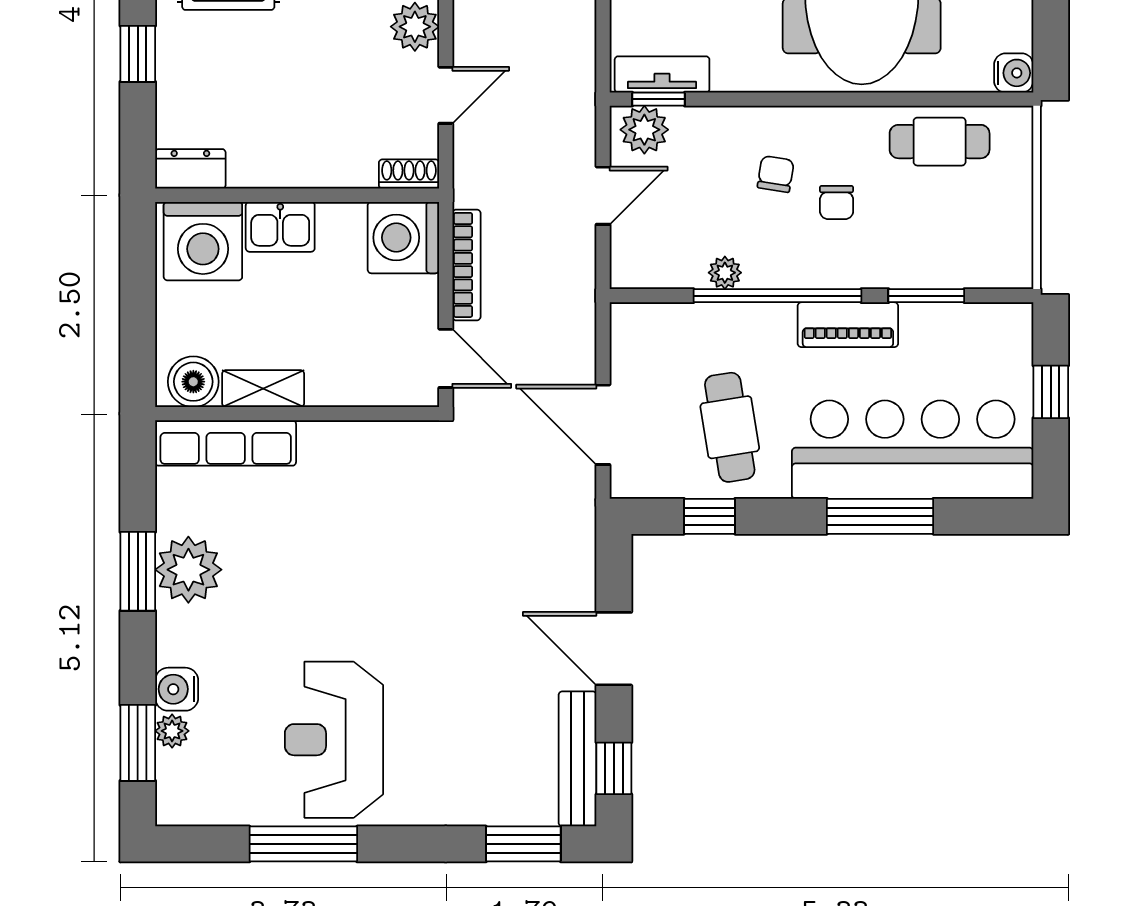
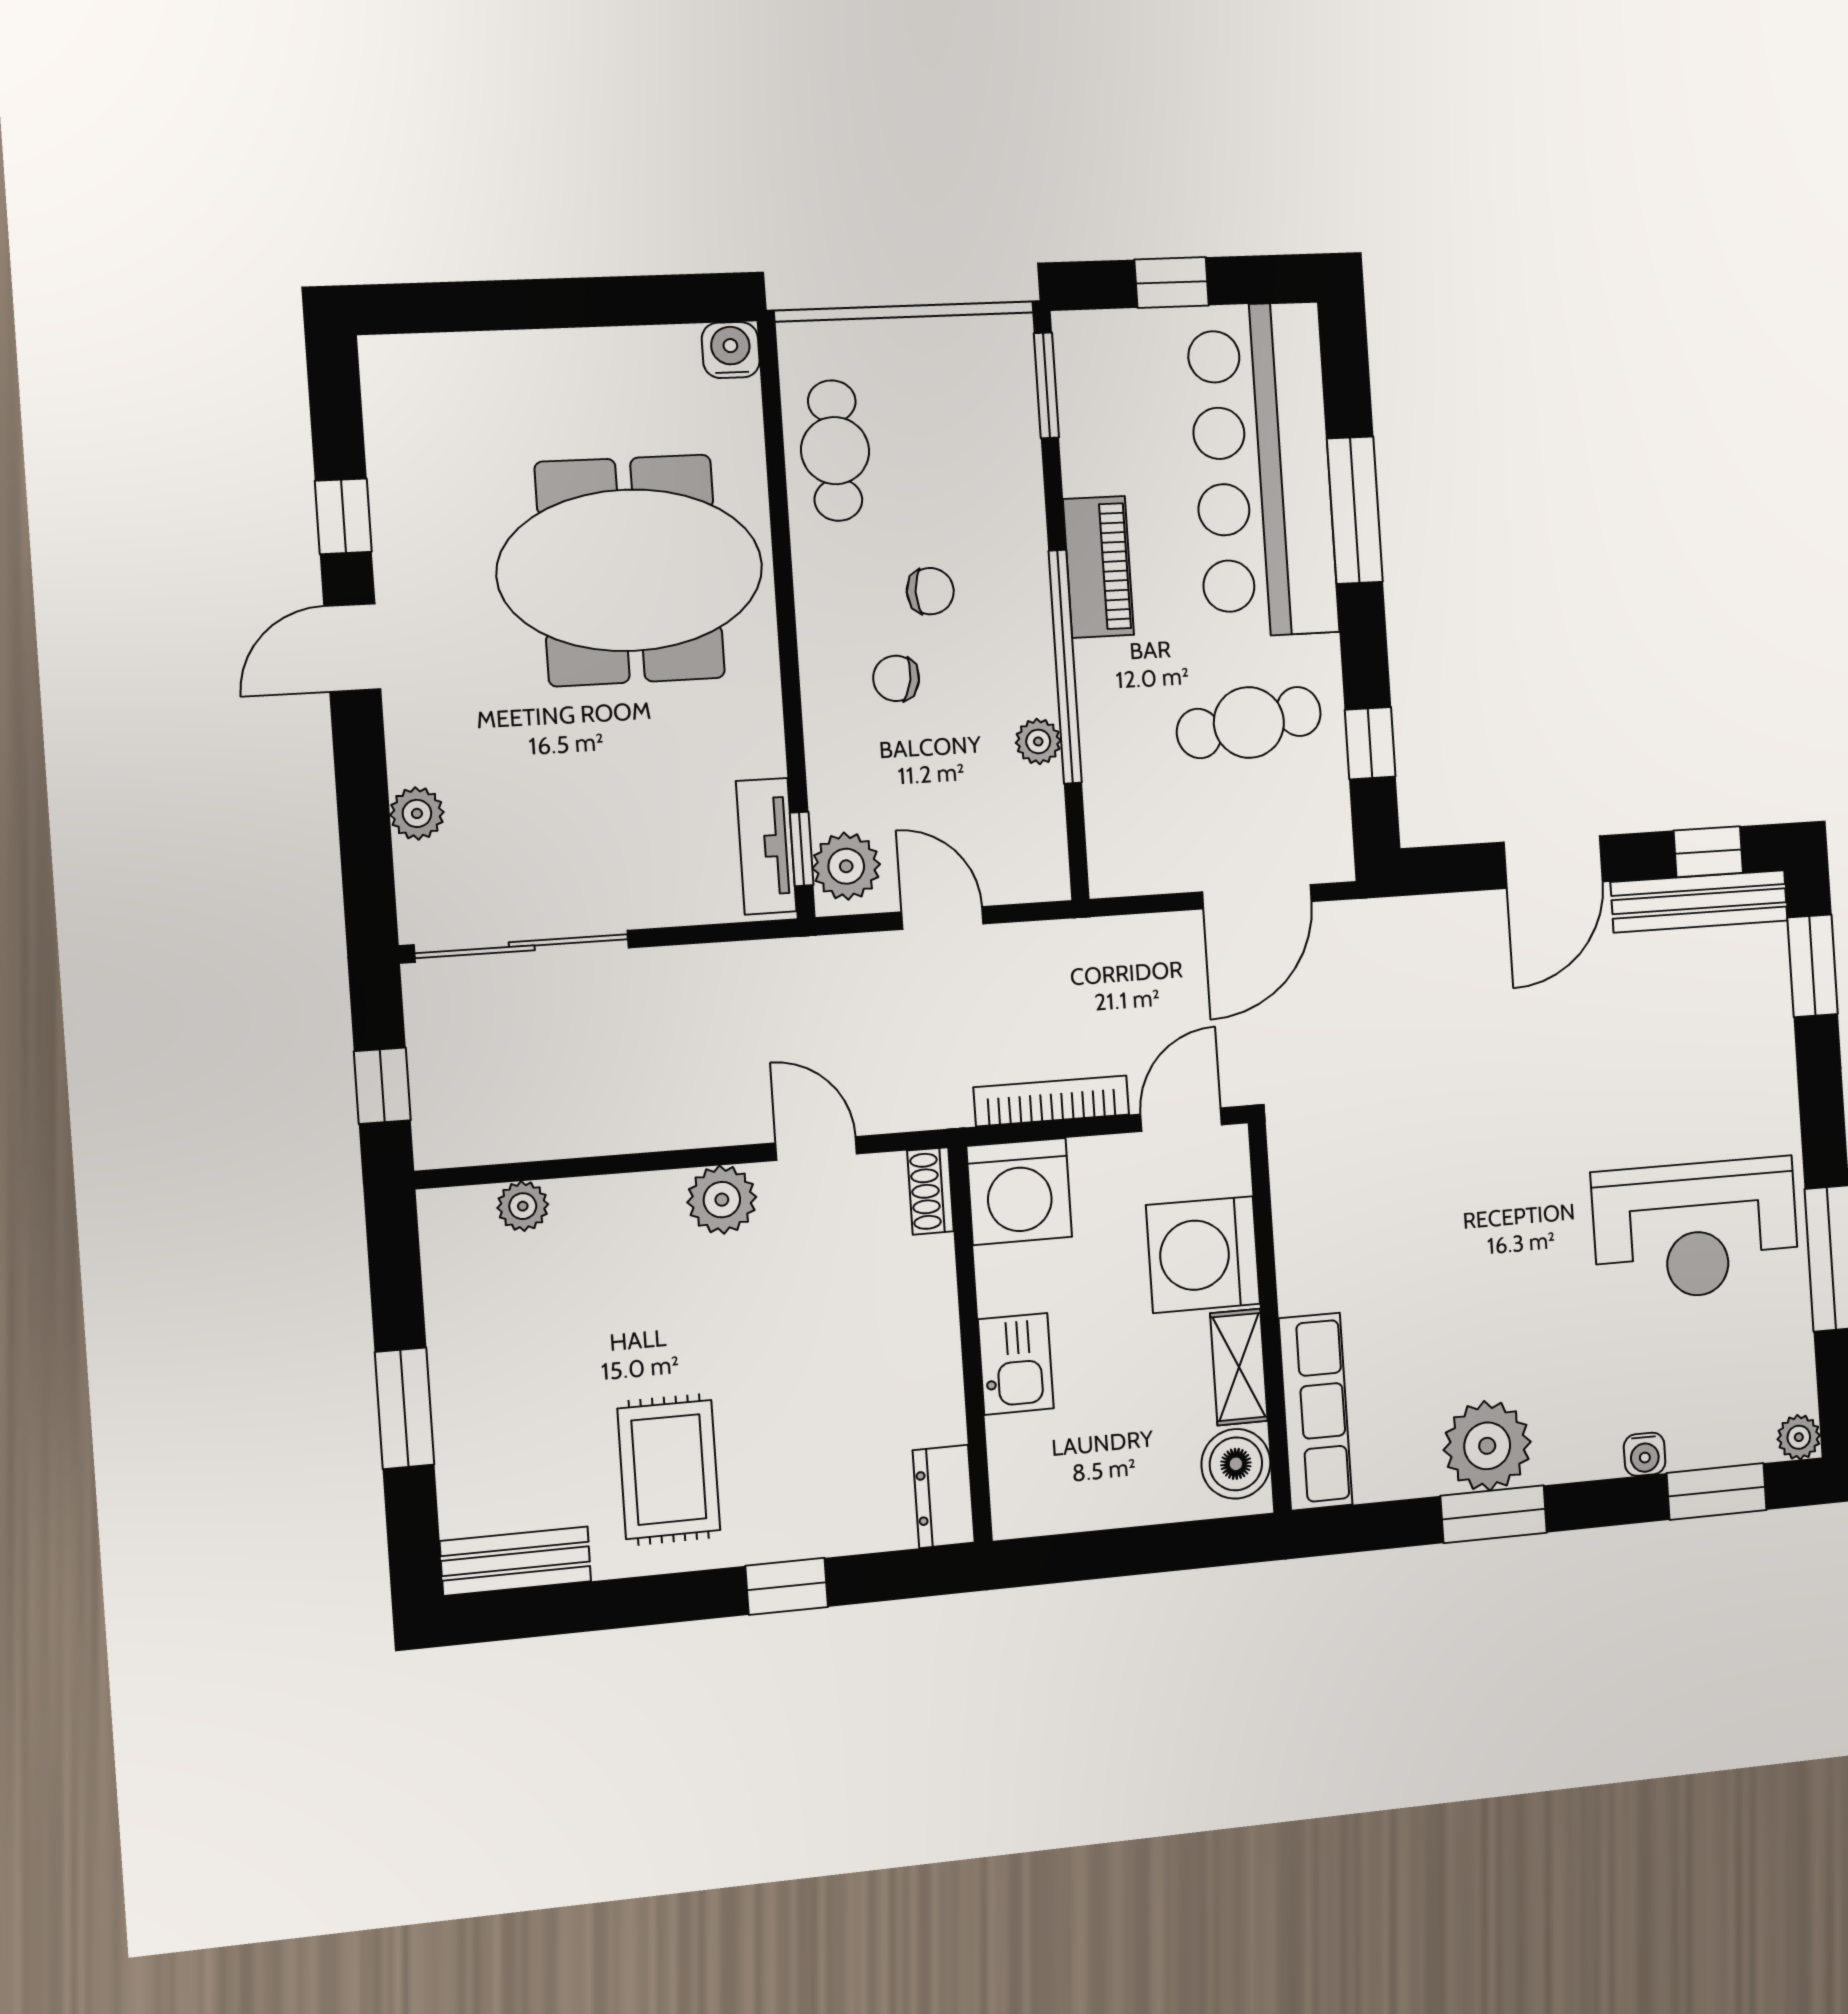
washing machine: (203, 241) -> (1203, 1254), moved, turned 180
window: (926, 296) -> (1046, 385), moved
water cooler: (177, 689) -> (1645, 1454), width x0.72, depth x0.72
plant: (172, 731) -> (1799, 1437), moved

